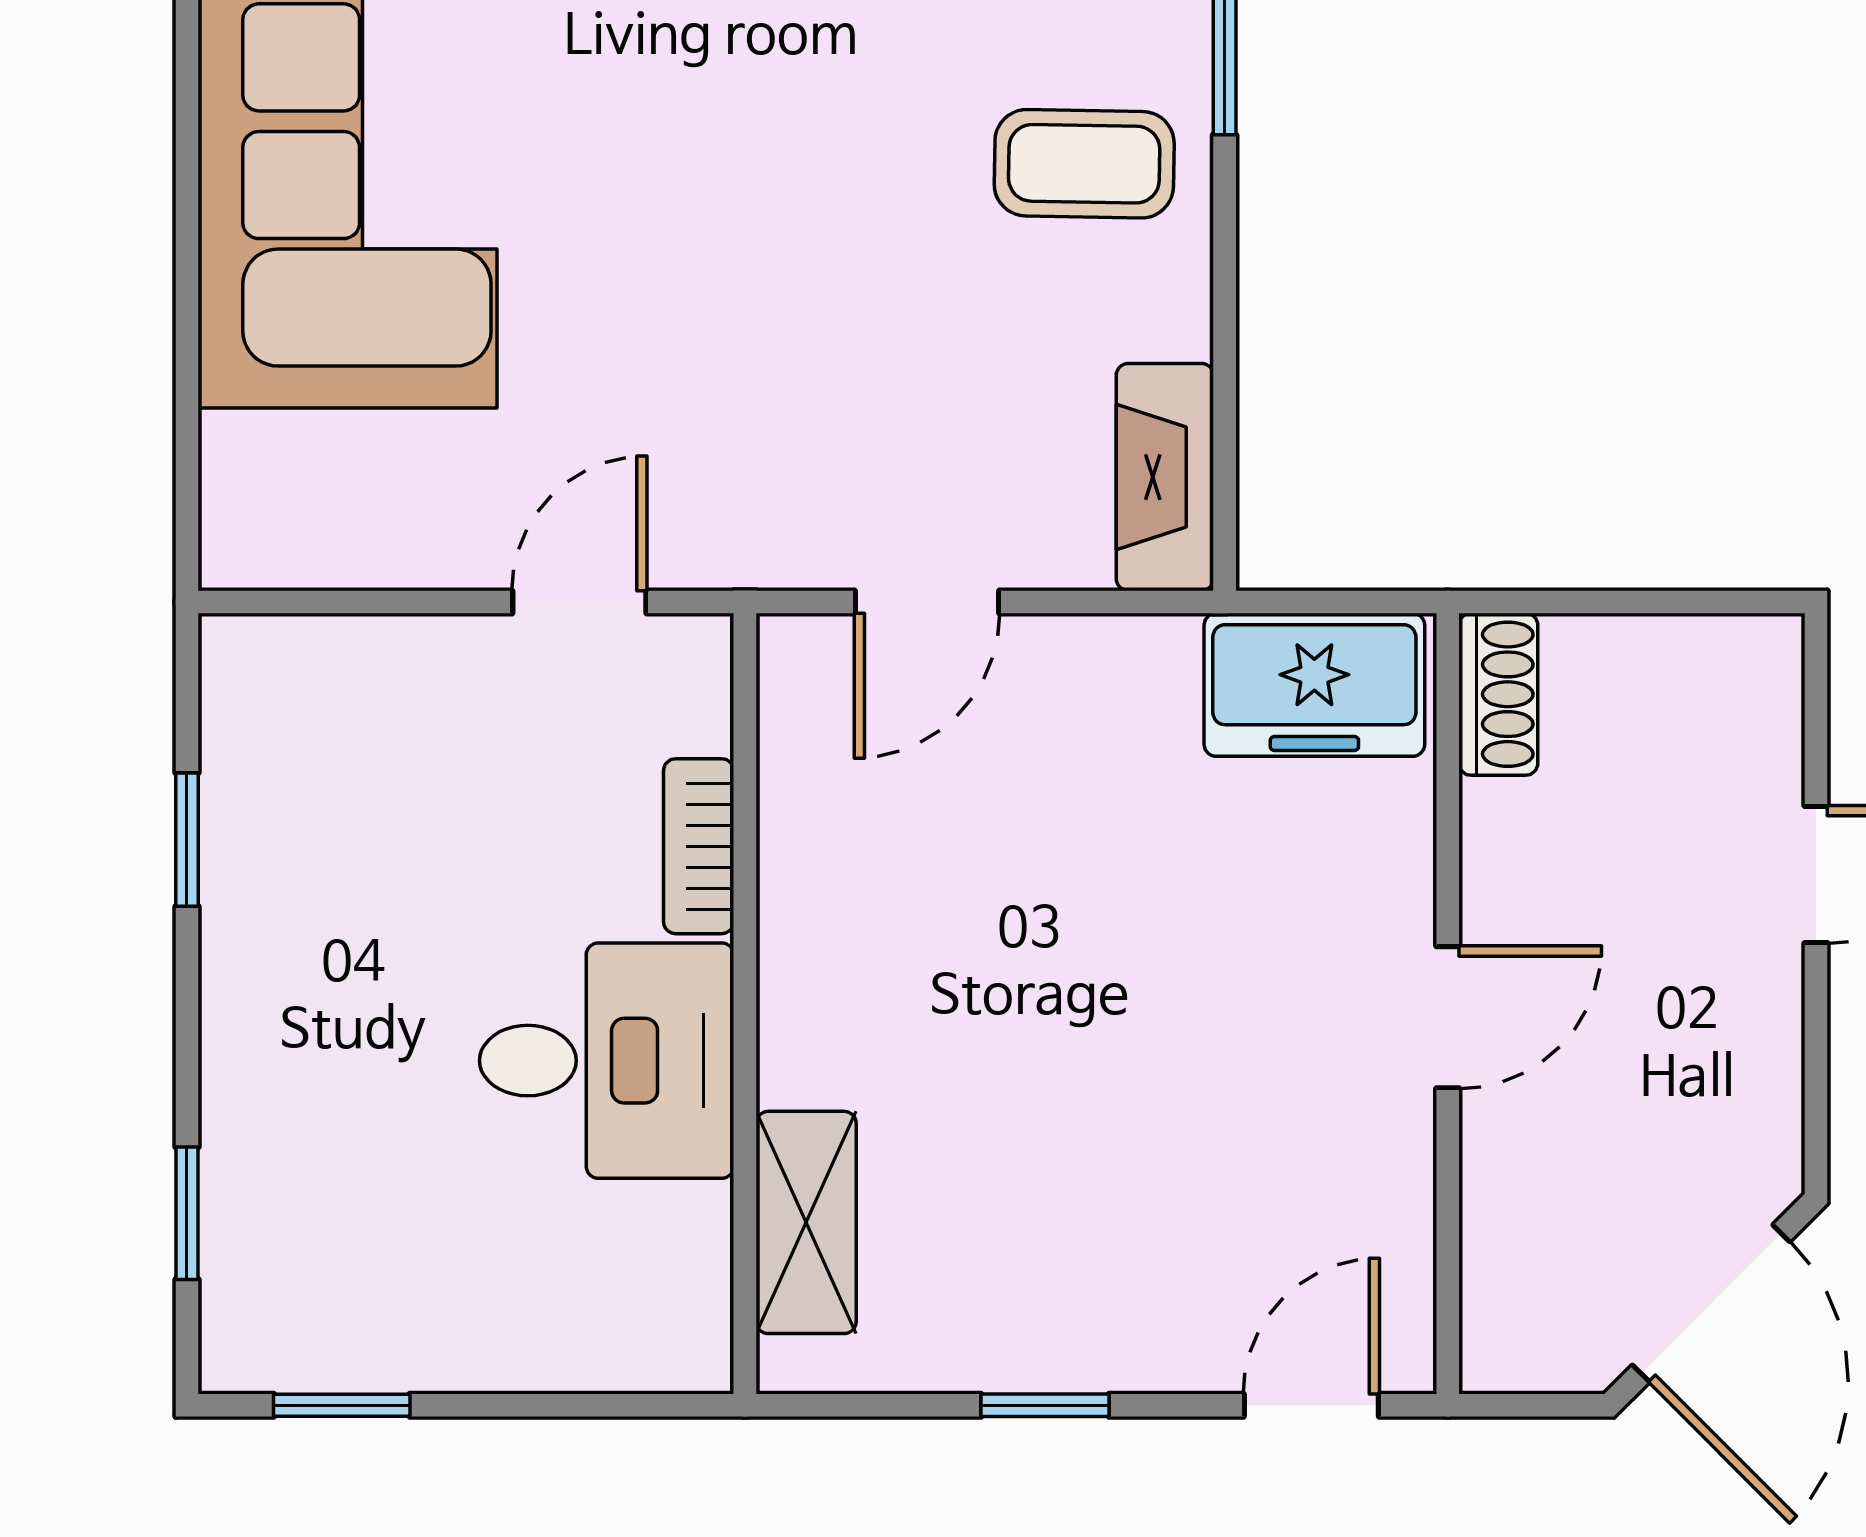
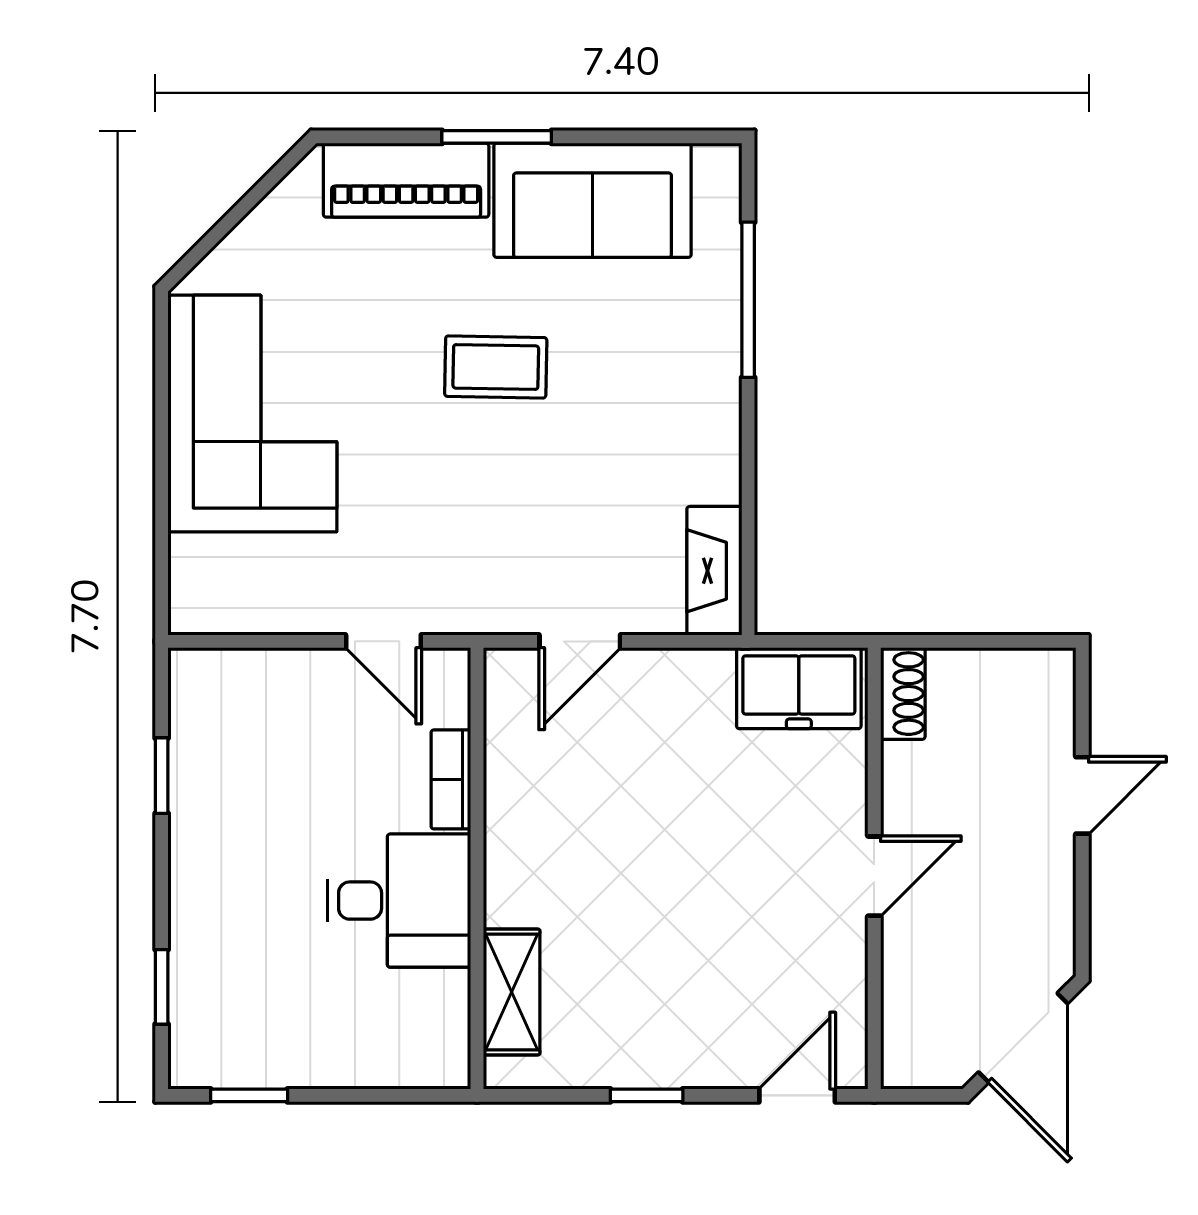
coffee table: (1084, 164) -> (496, 367), moved
door: (579, 602) -> (383, 641), swing flipped

